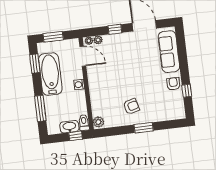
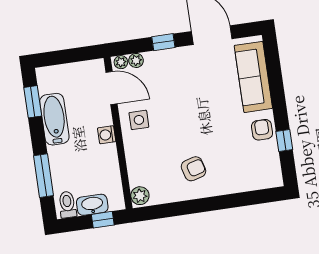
window: (53, 37) -> (62, 57), removed
bathtub: (50, 74) -> (54, 119), width x0.73, depth x0.73
side table: (99, 76) -> (139, 120), added
toilet: (84, 123) -> (67, 205), moved
window: (144, 128) -> (215, 203), removed

